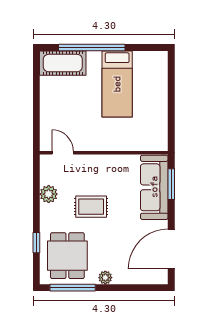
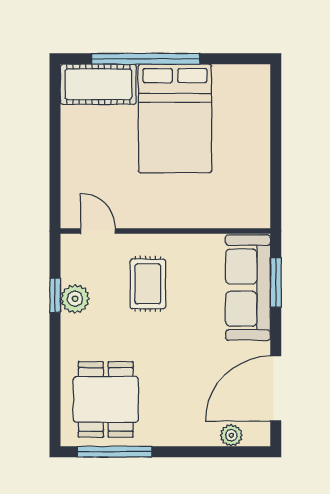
bed: (117, 84) -> (175, 118), width x1.50
rug: (91, 207) -> (148, 284), moved, turned 90
window: (36, 243) -> (55, 295), moved
plant: (105, 278) -> (231, 435), moved

